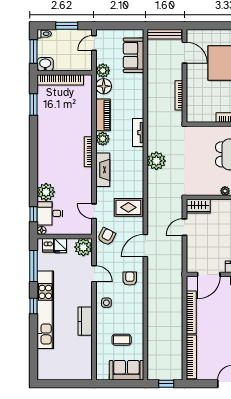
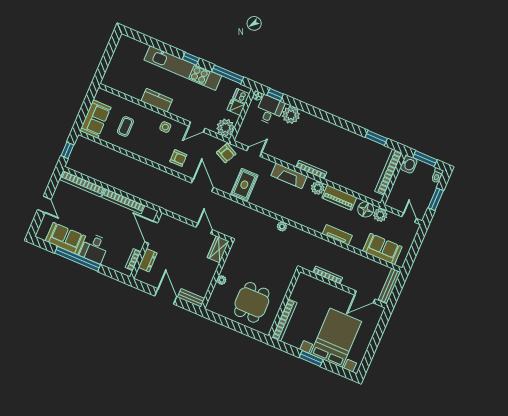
tv unit: (138, 133) -> (337, 235), moved
plant: (156, 161) -> (282, 226), width x0.53, depth x0.53

